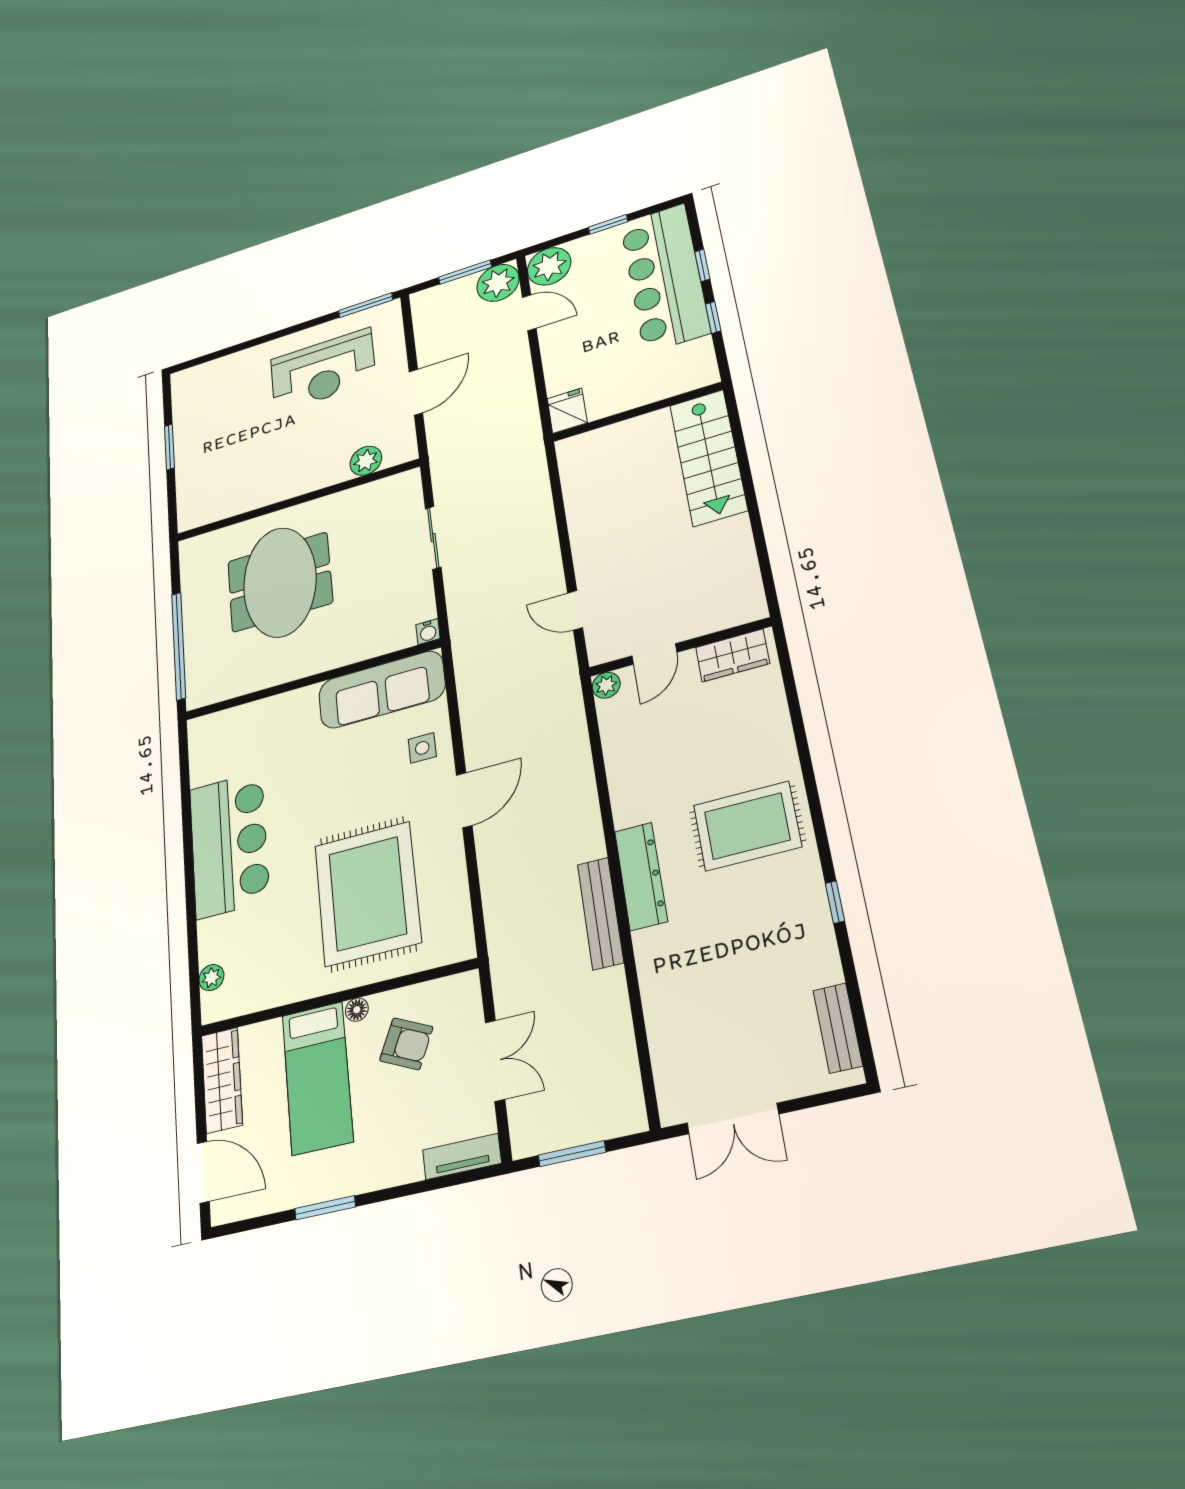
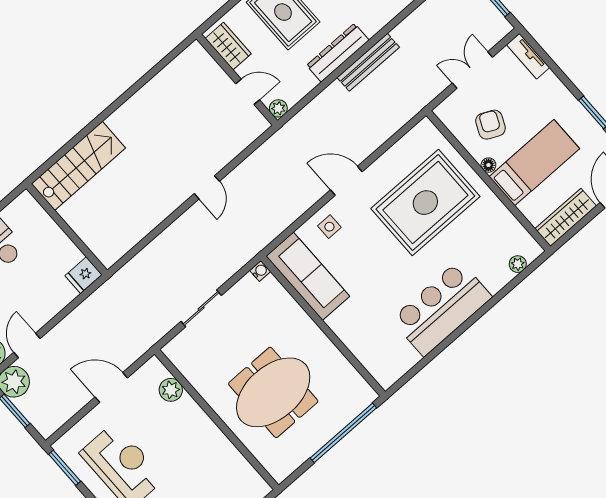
wall: (679, 647) -> (237, 80), moved
door: (654, 654) -> (248, 92), moved
wardrobe: (733, 655) -> (228, 46), moved
plant: (606, 685) -> (278, 108), moved

